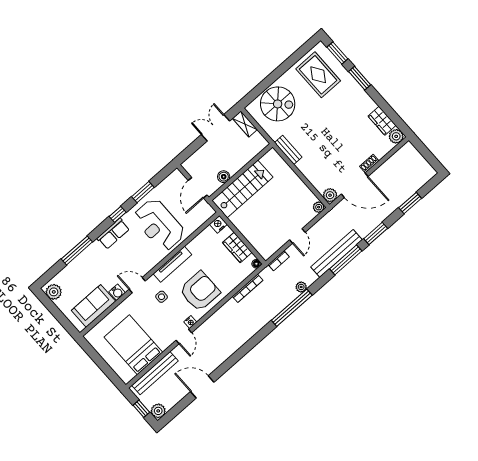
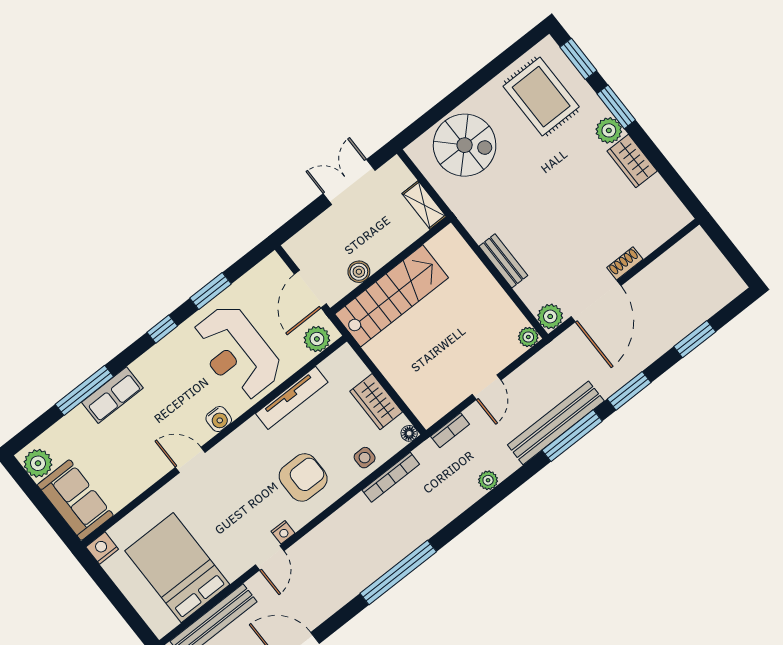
wardrobe: (382, 121) -> (632, 161), moved
shelving: (245, 124) -> (424, 205), moved
plant: (396, 136) -> (609, 130), moved
bench: (288, 150) -> (503, 261), moved
door: (355, 185) -> (596, 301), hinge flipped
plant: (203, 215) -> (317, 339), added
nightstand: (218, 224) -> (102, 548), moved
row of seats: (113, 234) -> (112, 395), moved
tv unit: (173, 264) -> (292, 398), moved
armchair: (200, 291) -> (303, 477), width x0.73, depth x0.73
water cooler: (117, 292) -> (219, 419), moved
side table: (162, 297) -> (365, 458), moved
sofa: (93, 306) -> (75, 500), moved, turned 90
window: (292, 308) -> (398, 572), moved

